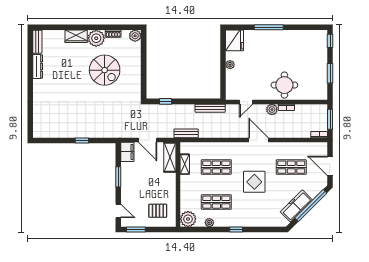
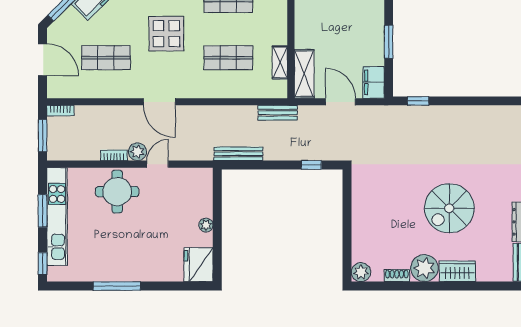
window: (269, 27) -> (117, 286), moved
spiral stairs: (105, 70) -> (449, 208), moved, turned -90
kitchen unit: (321, 70) -> (57, 216), added
door: (246, 102) -> (158, 164), moved
window: (82, 141) -> (418, 101), moved

